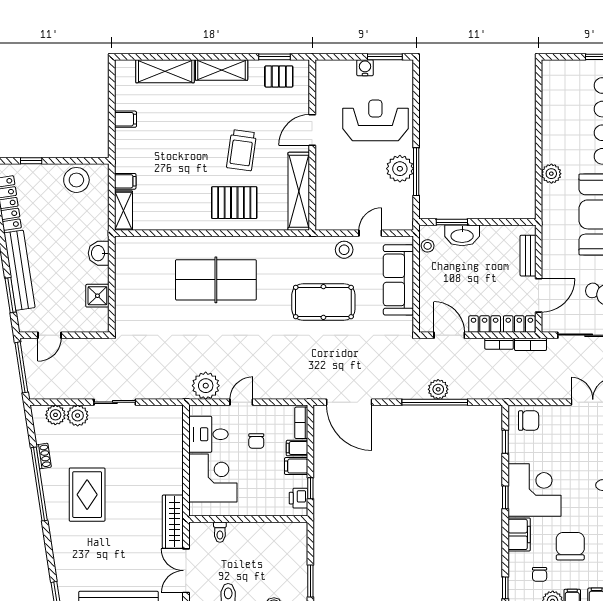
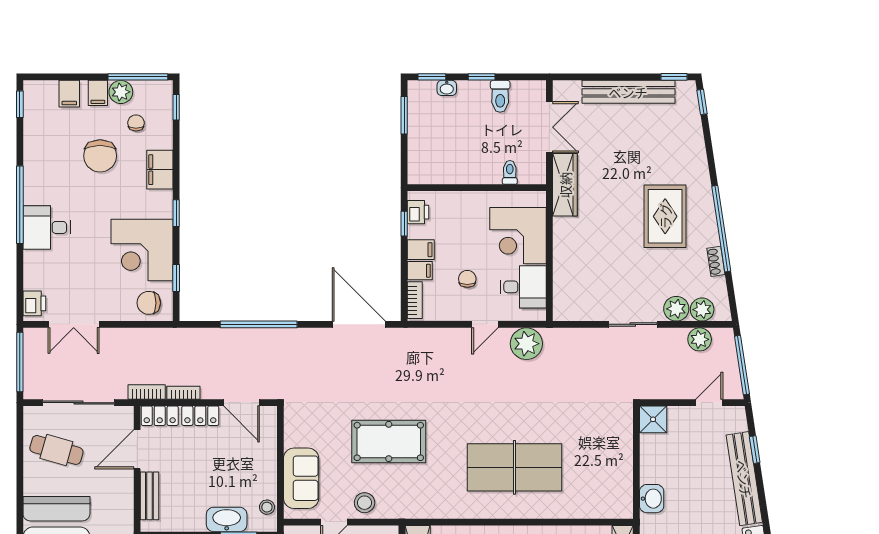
sofa: (398, 280) -> (301, 478), width x0.73
window: (10, 295) -> (755, 450), width x0.67
shower: (97, 296) -> (653, 419), moved
plant: (438, 389) -> (700, 339), moved
corner desk: (534, 490) -> (142, 250), moved

